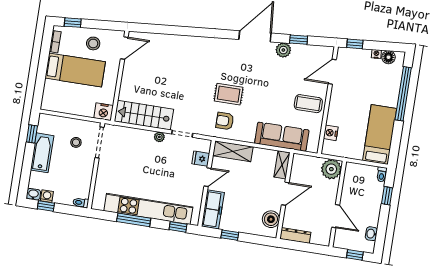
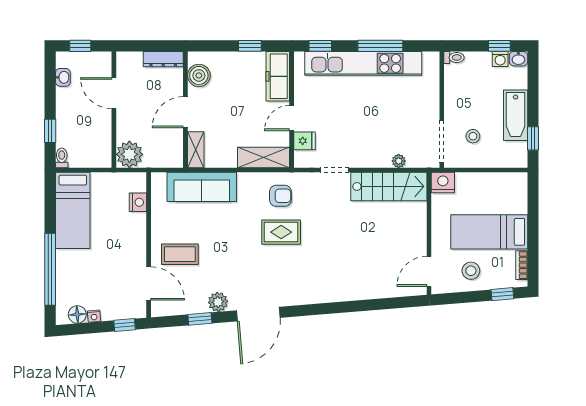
door: (332, 72) -> (149, 283), hinge flipped
coffee table: (308, 104) -> (180, 254), moved
plant: (159, 137) -> (399, 161), moved

